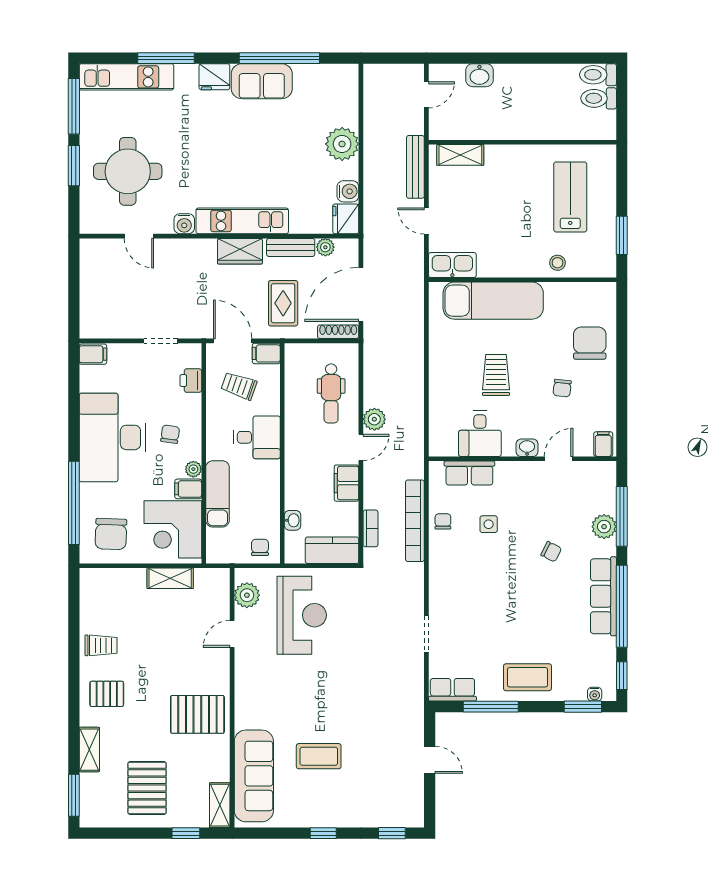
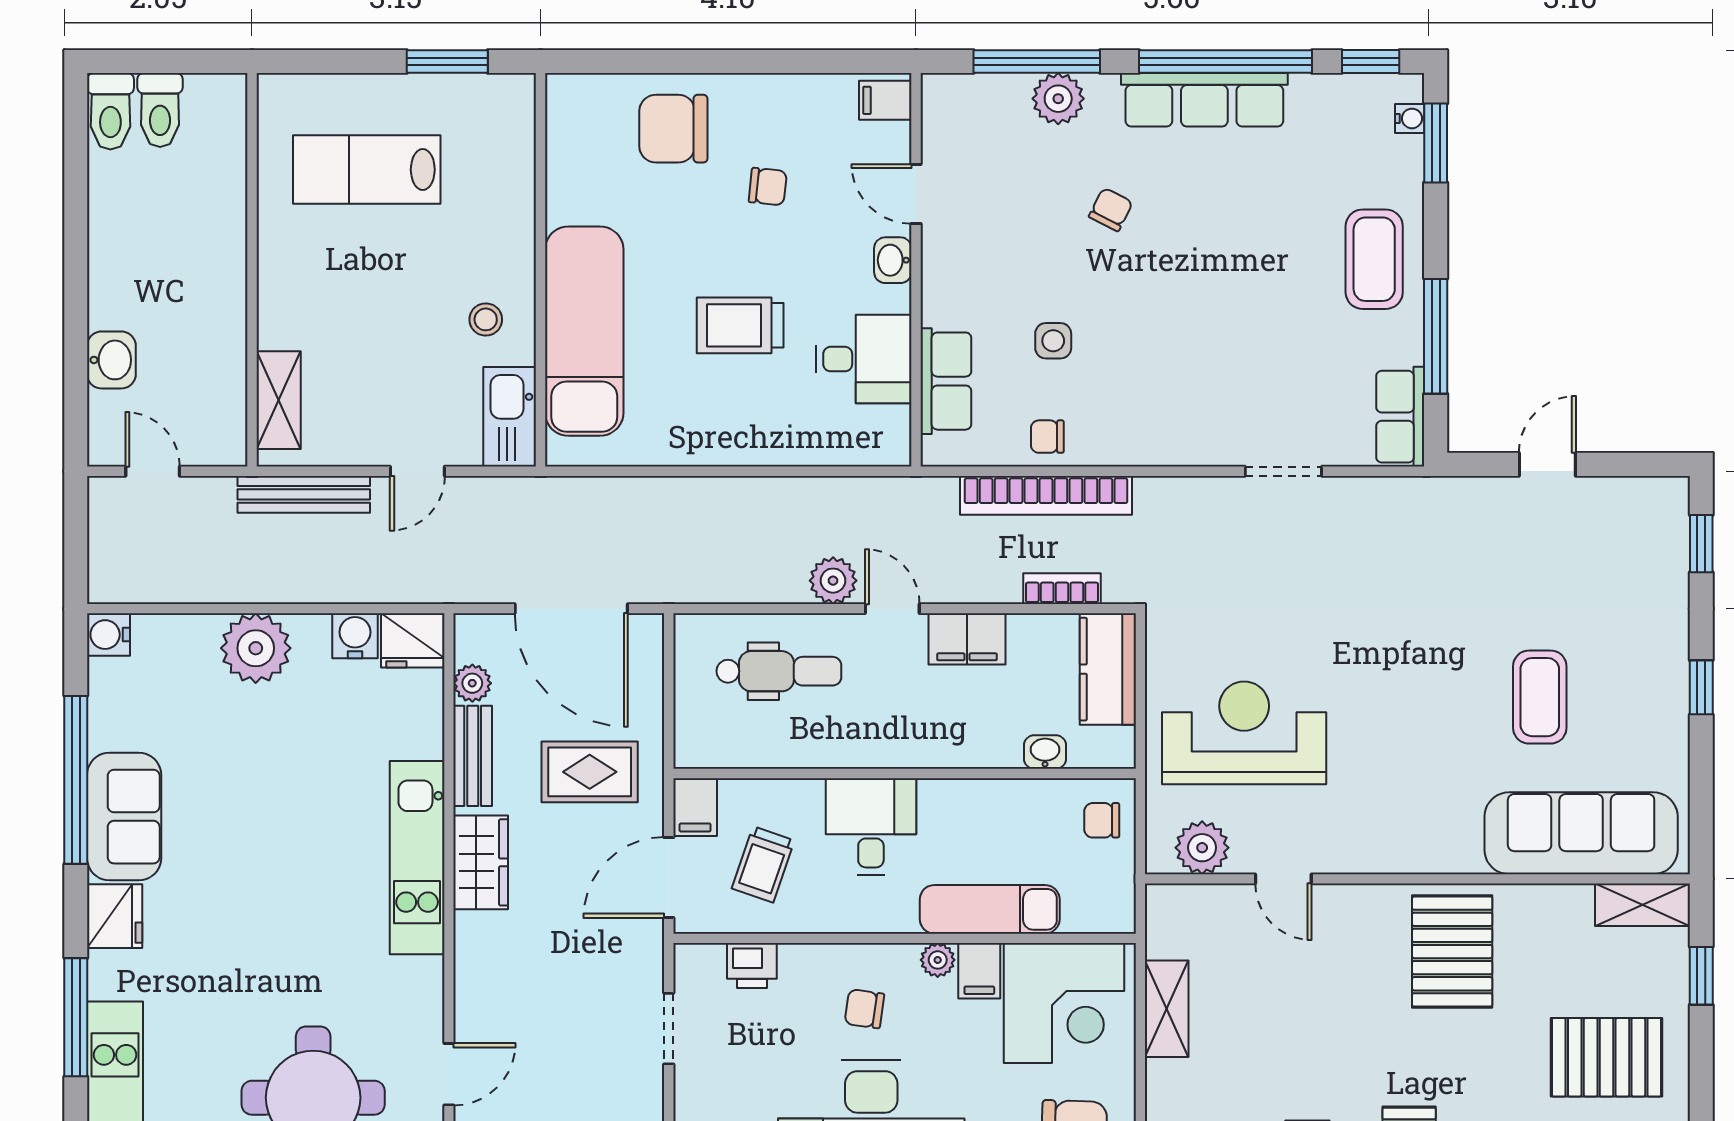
water cooler: (184, 224) -> (108, 635), moved, turned 180
stool: (558, 263) -> (486, 319), moved
shoe rack: (338, 332) -> (650, 656), removed

